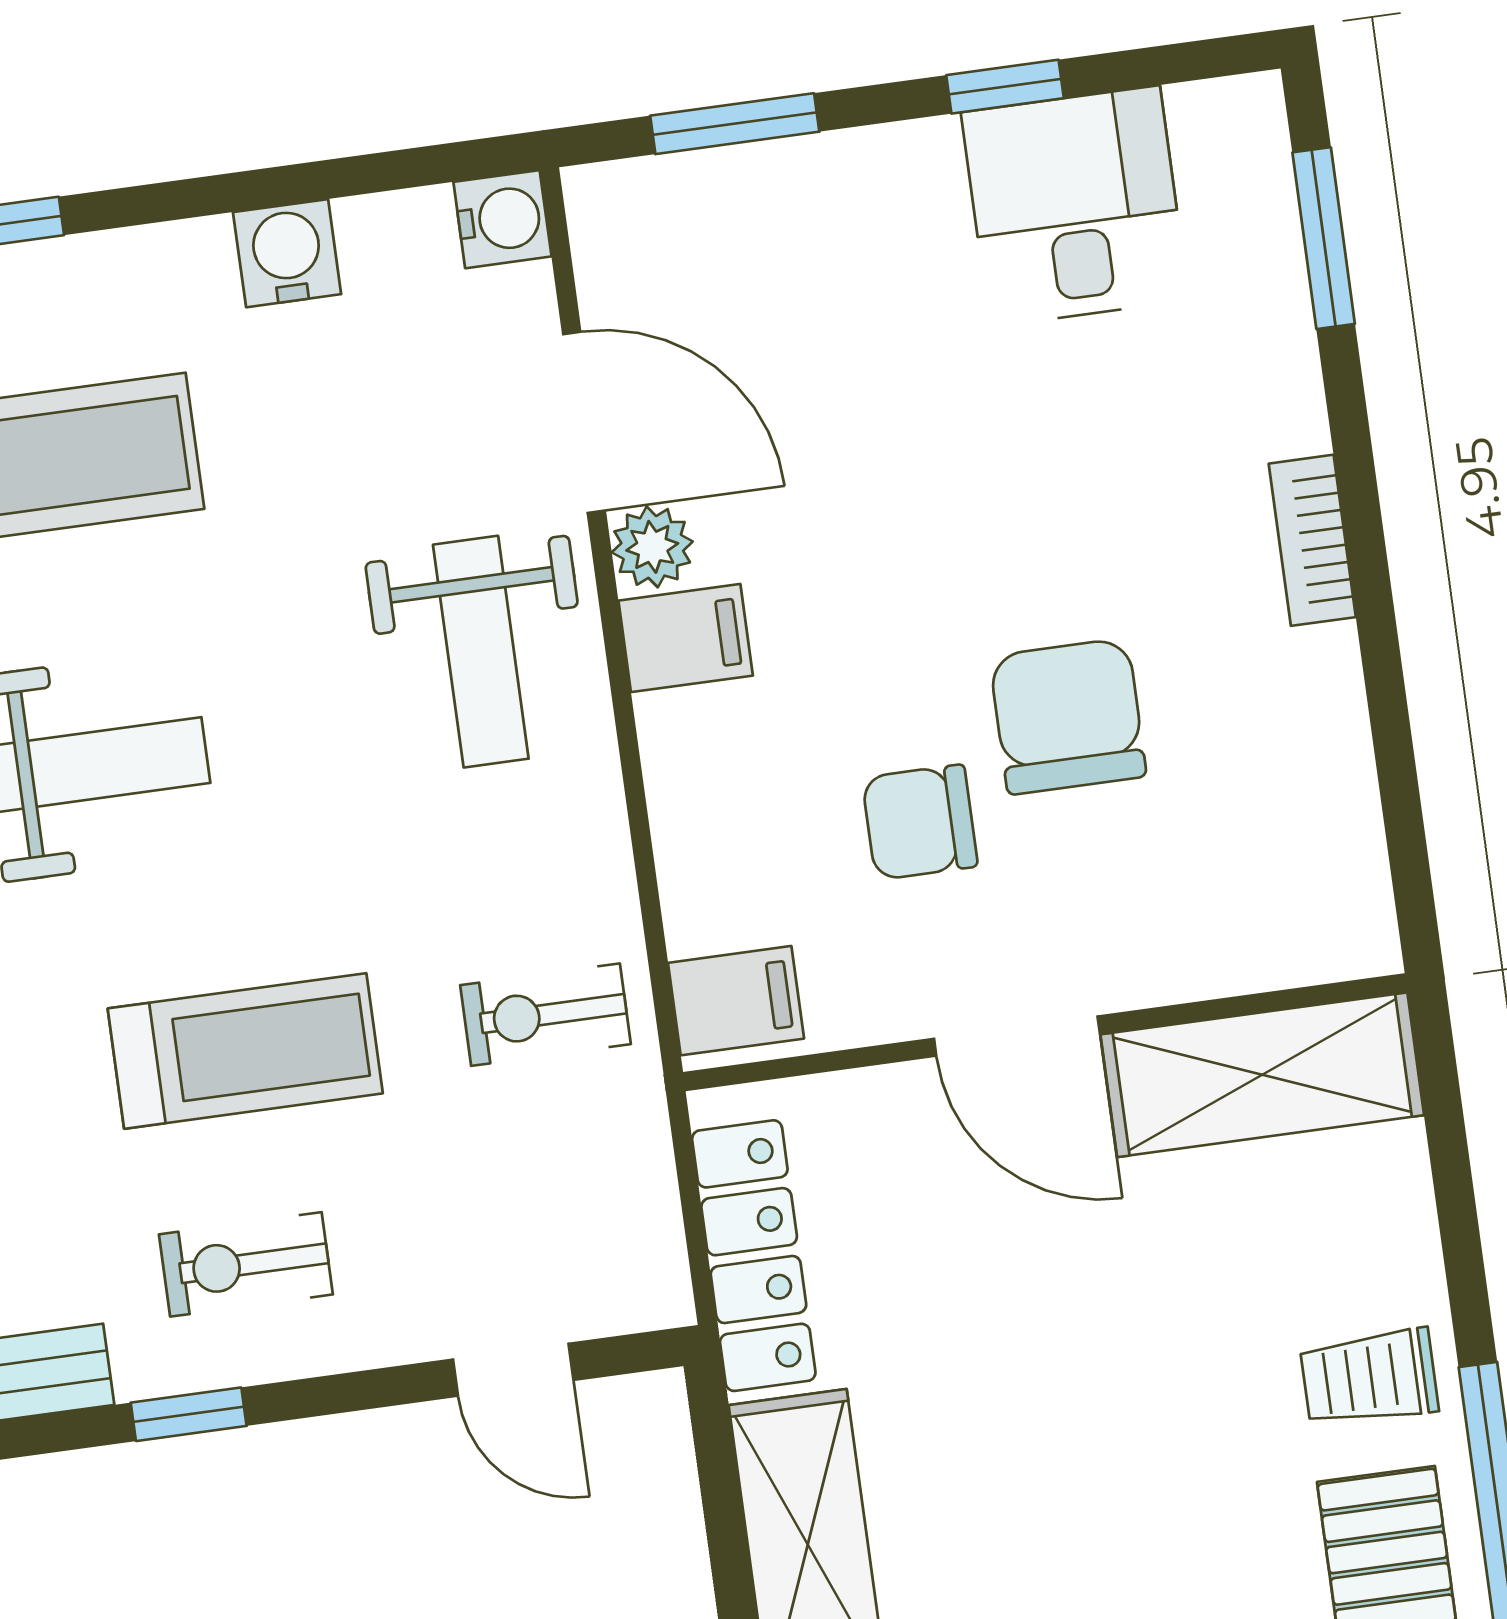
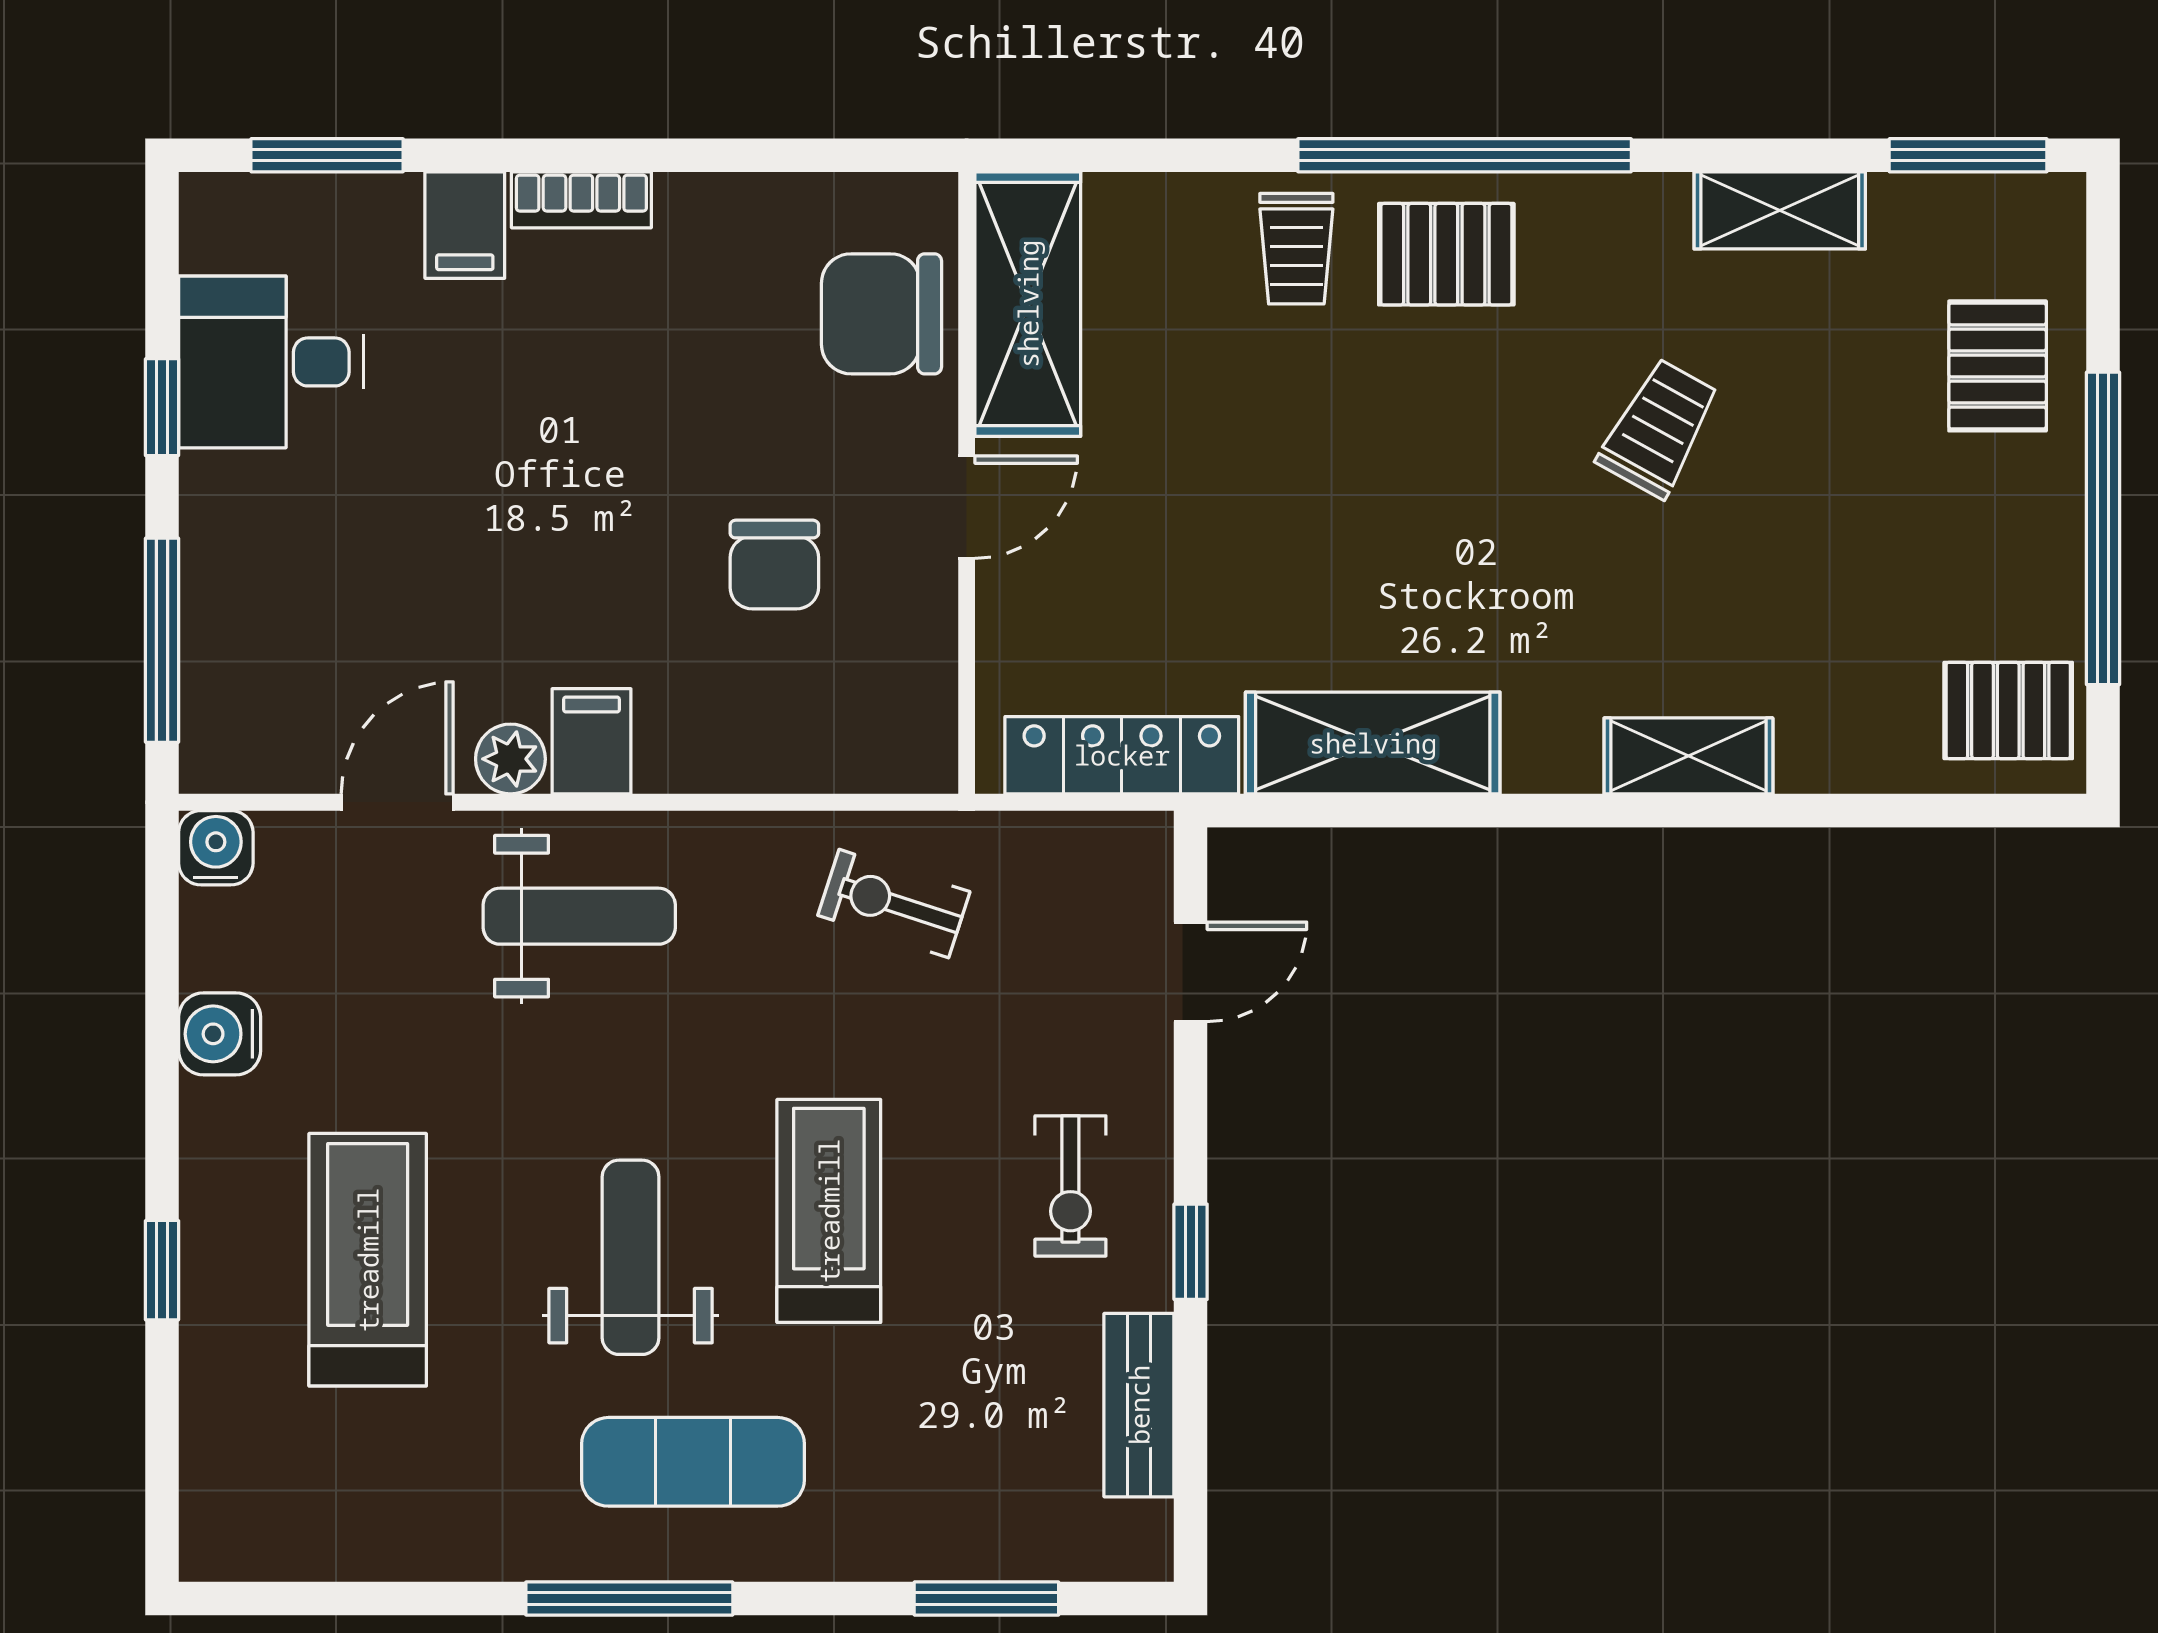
window: (735, 124) -> (162, 640), width x1.44
door: (584, 422) -> (397, 802), width x0.73
chair: (1068, 716) -> (882, 314), moved
filing cabinet: (736, 1001) -> (465, 225), moved, turned 180
exercise bike: (545, 1015) -> (894, 904), turned 108
door: (1017, 1036) -> (967, 507), width x0.73
treadmill: (245, 1051) -> (829, 1211), moved

